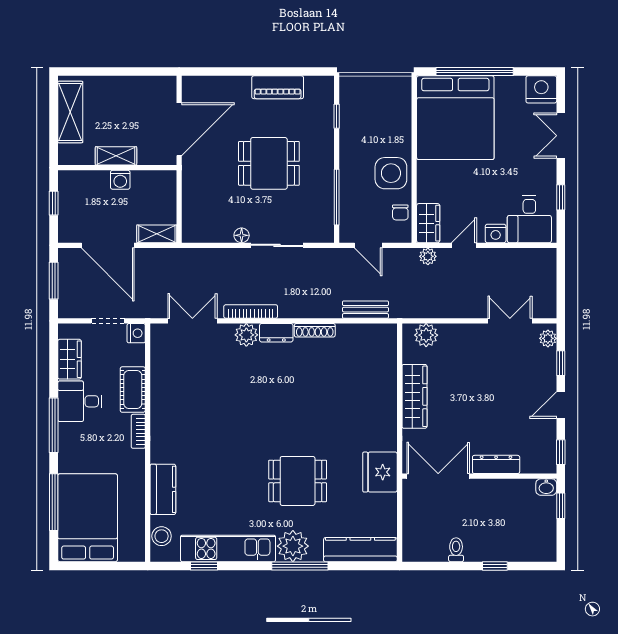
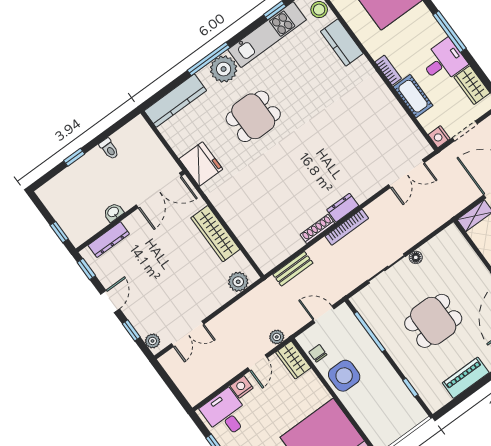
bookcase: (251, 311) -> (347, 227), moved
plant: (246, 335) -> (362, 191), removed
dresser: (496, 464) -> (109, 240), moved
washbasin: (546, 487) -> (113, 212), moved

